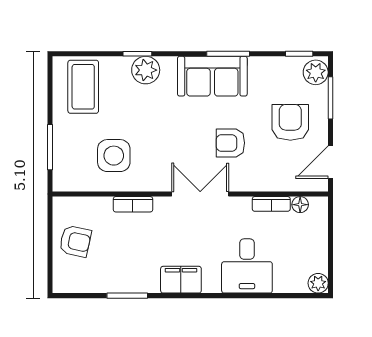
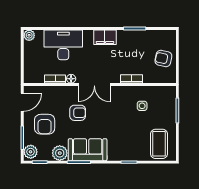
plant: (146, 70) -> (60, 153), moved
side table: (114, 156) -> (142, 106), width x0.54, depth x0.54
floor lamp: (300, 205) -> (71, 79), moved
desk: (247, 266) -> (63, 45), width x1.37

